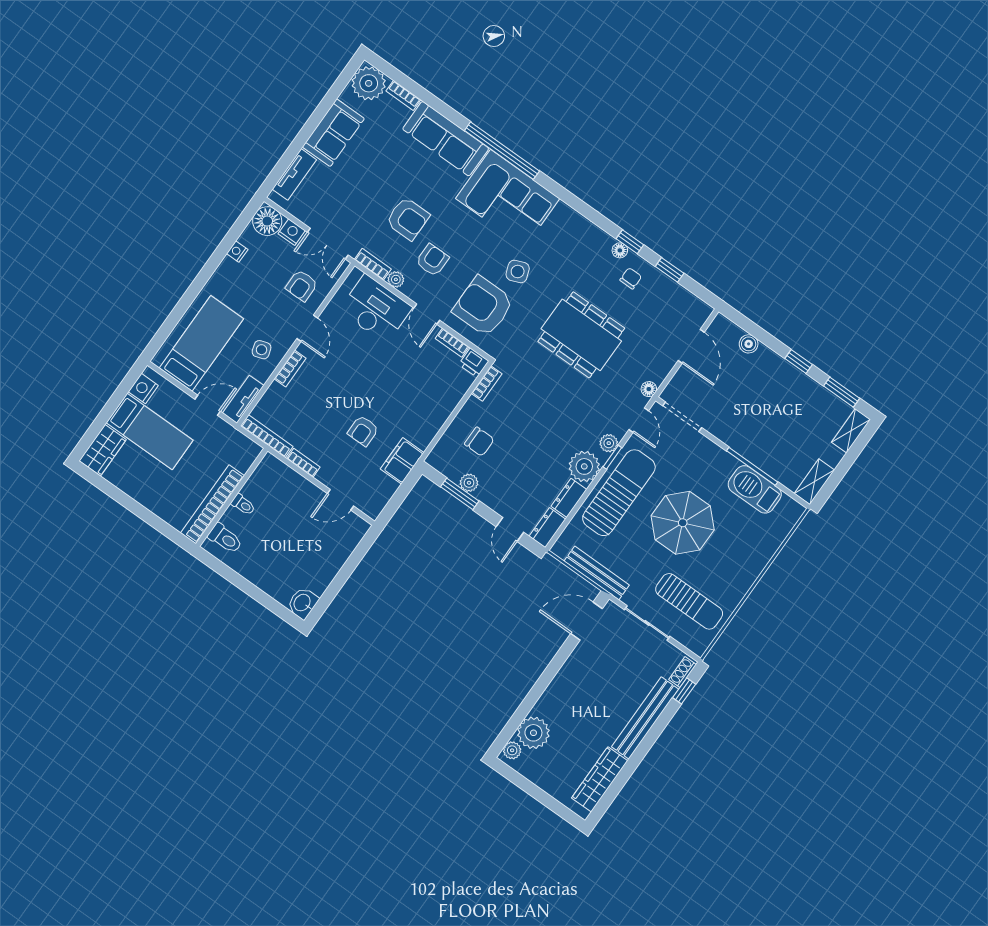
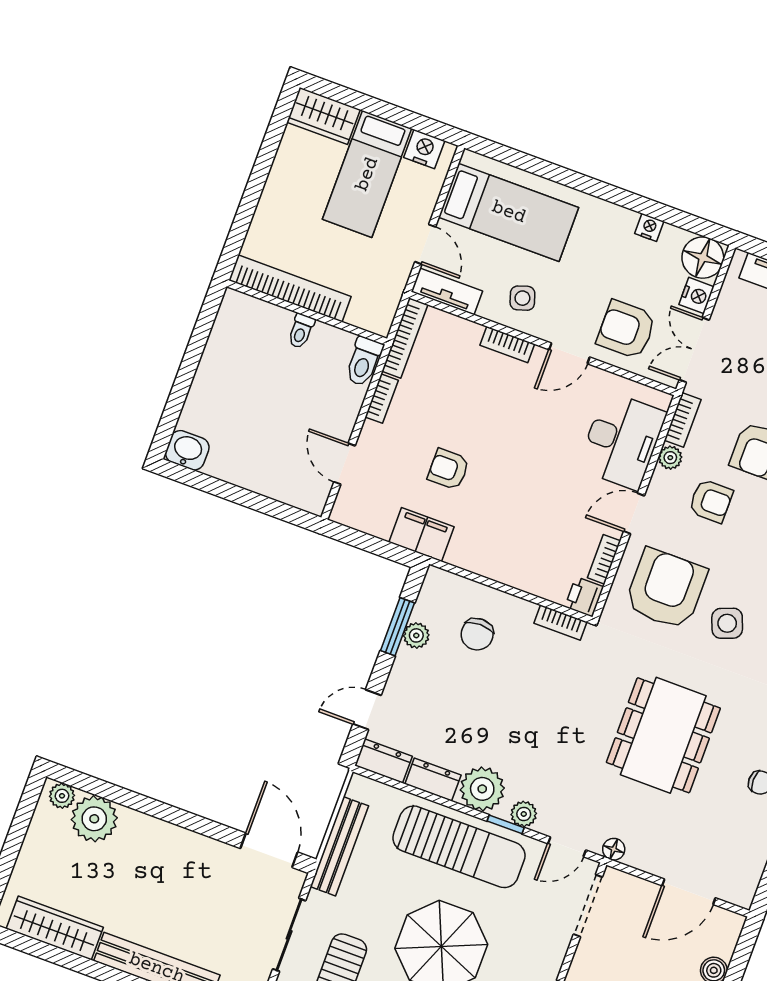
armchair: (302, 286) -> (626, 329), width x1.38, depth x1.38
toilet: (225, 538) -> (364, 361), moved

